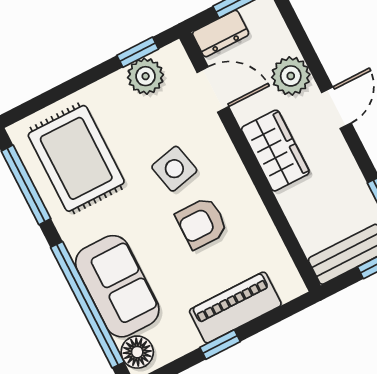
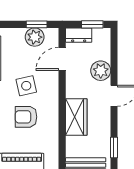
door: (213, 90) -> (62, 59), swing flipped
wardrobe: (275, 151) -> (76, 117), moved

